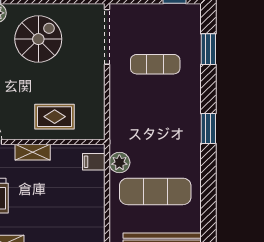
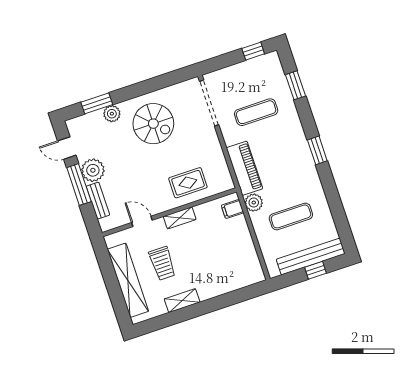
spiral stairs: (38, 39) -> (153, 124), turned 90
piano: (122, 121) -> (244, 168), added
exercise mat: (155, 191) -> (291, 216), width x0.73, depth x0.69

